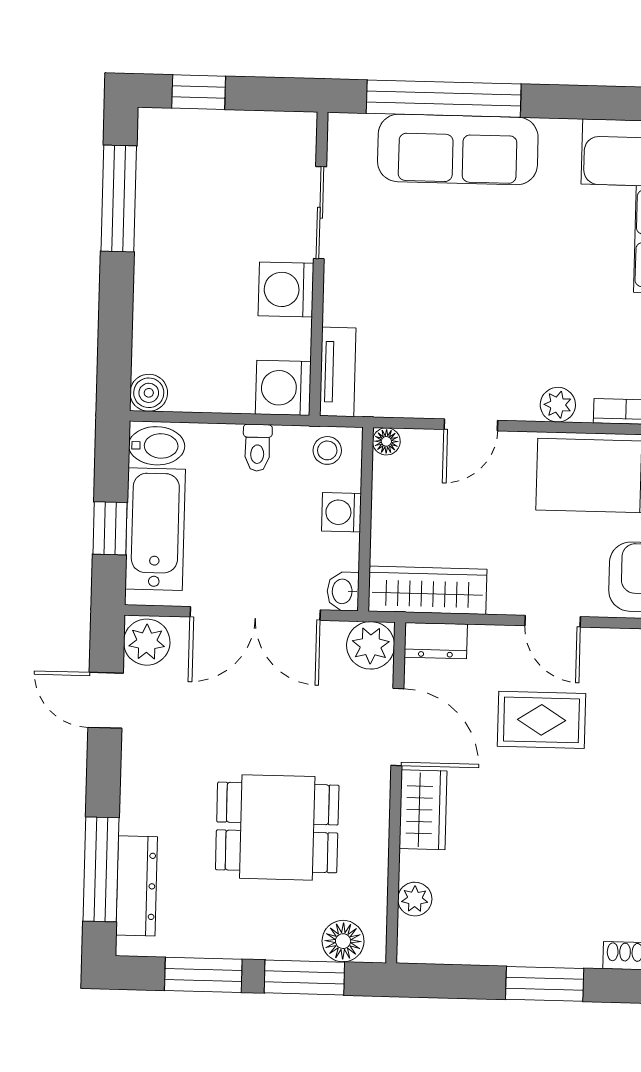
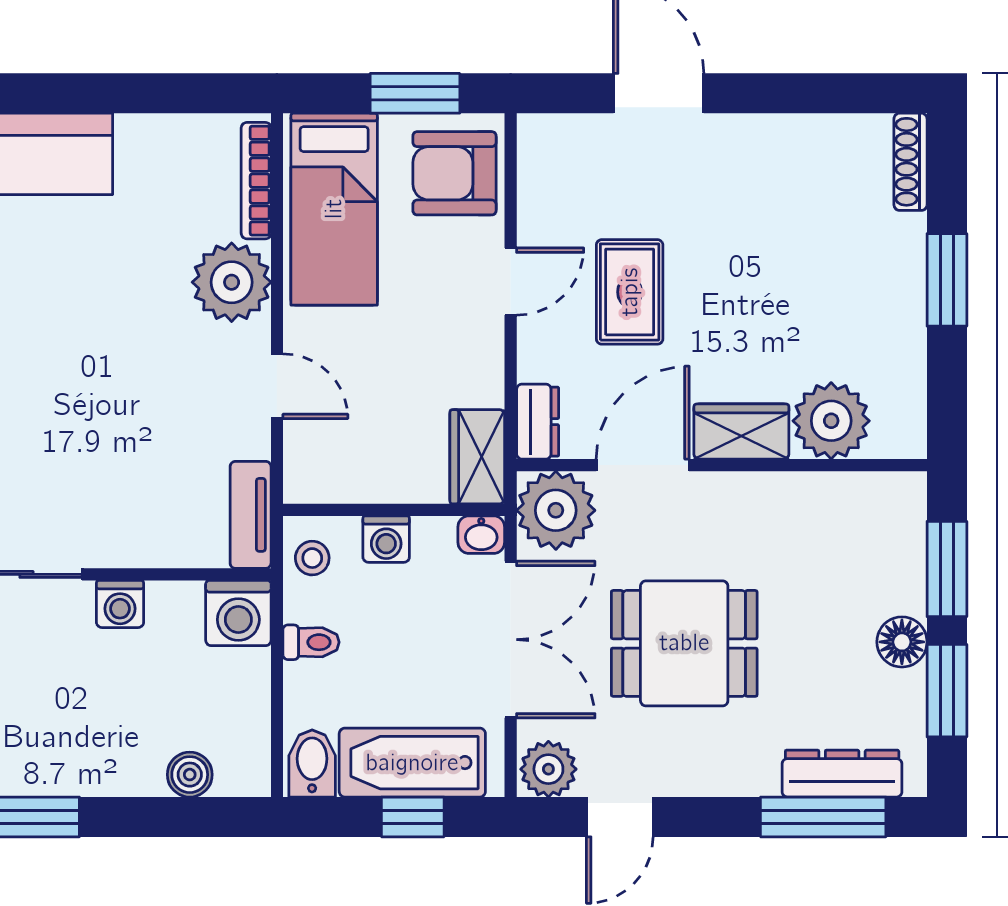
washing machine: (286, 290) -> (120, 604), width x0.73, depth x0.73
tv unit: (338, 372) -> (251, 515), moved, turned -90
boiler: (149, 393) -> (190, 775), moved
plant: (558, 405) -> (232, 282), width x1.87, depth x1.87
floor lamp: (386, 441) -> (299, 487), removed
wardrobe: (428, 590) -> (477, 457), width x0.67
plant: (371, 645) -> (556, 510), width x1.36, depth x1.36
dining table: (277, 827) -> (684, 643), moved, turned 90
plant: (415, 899) -> (831, 421), width x1.87, depth x1.87
floor lamp: (343, 941) -> (902, 642), moved

